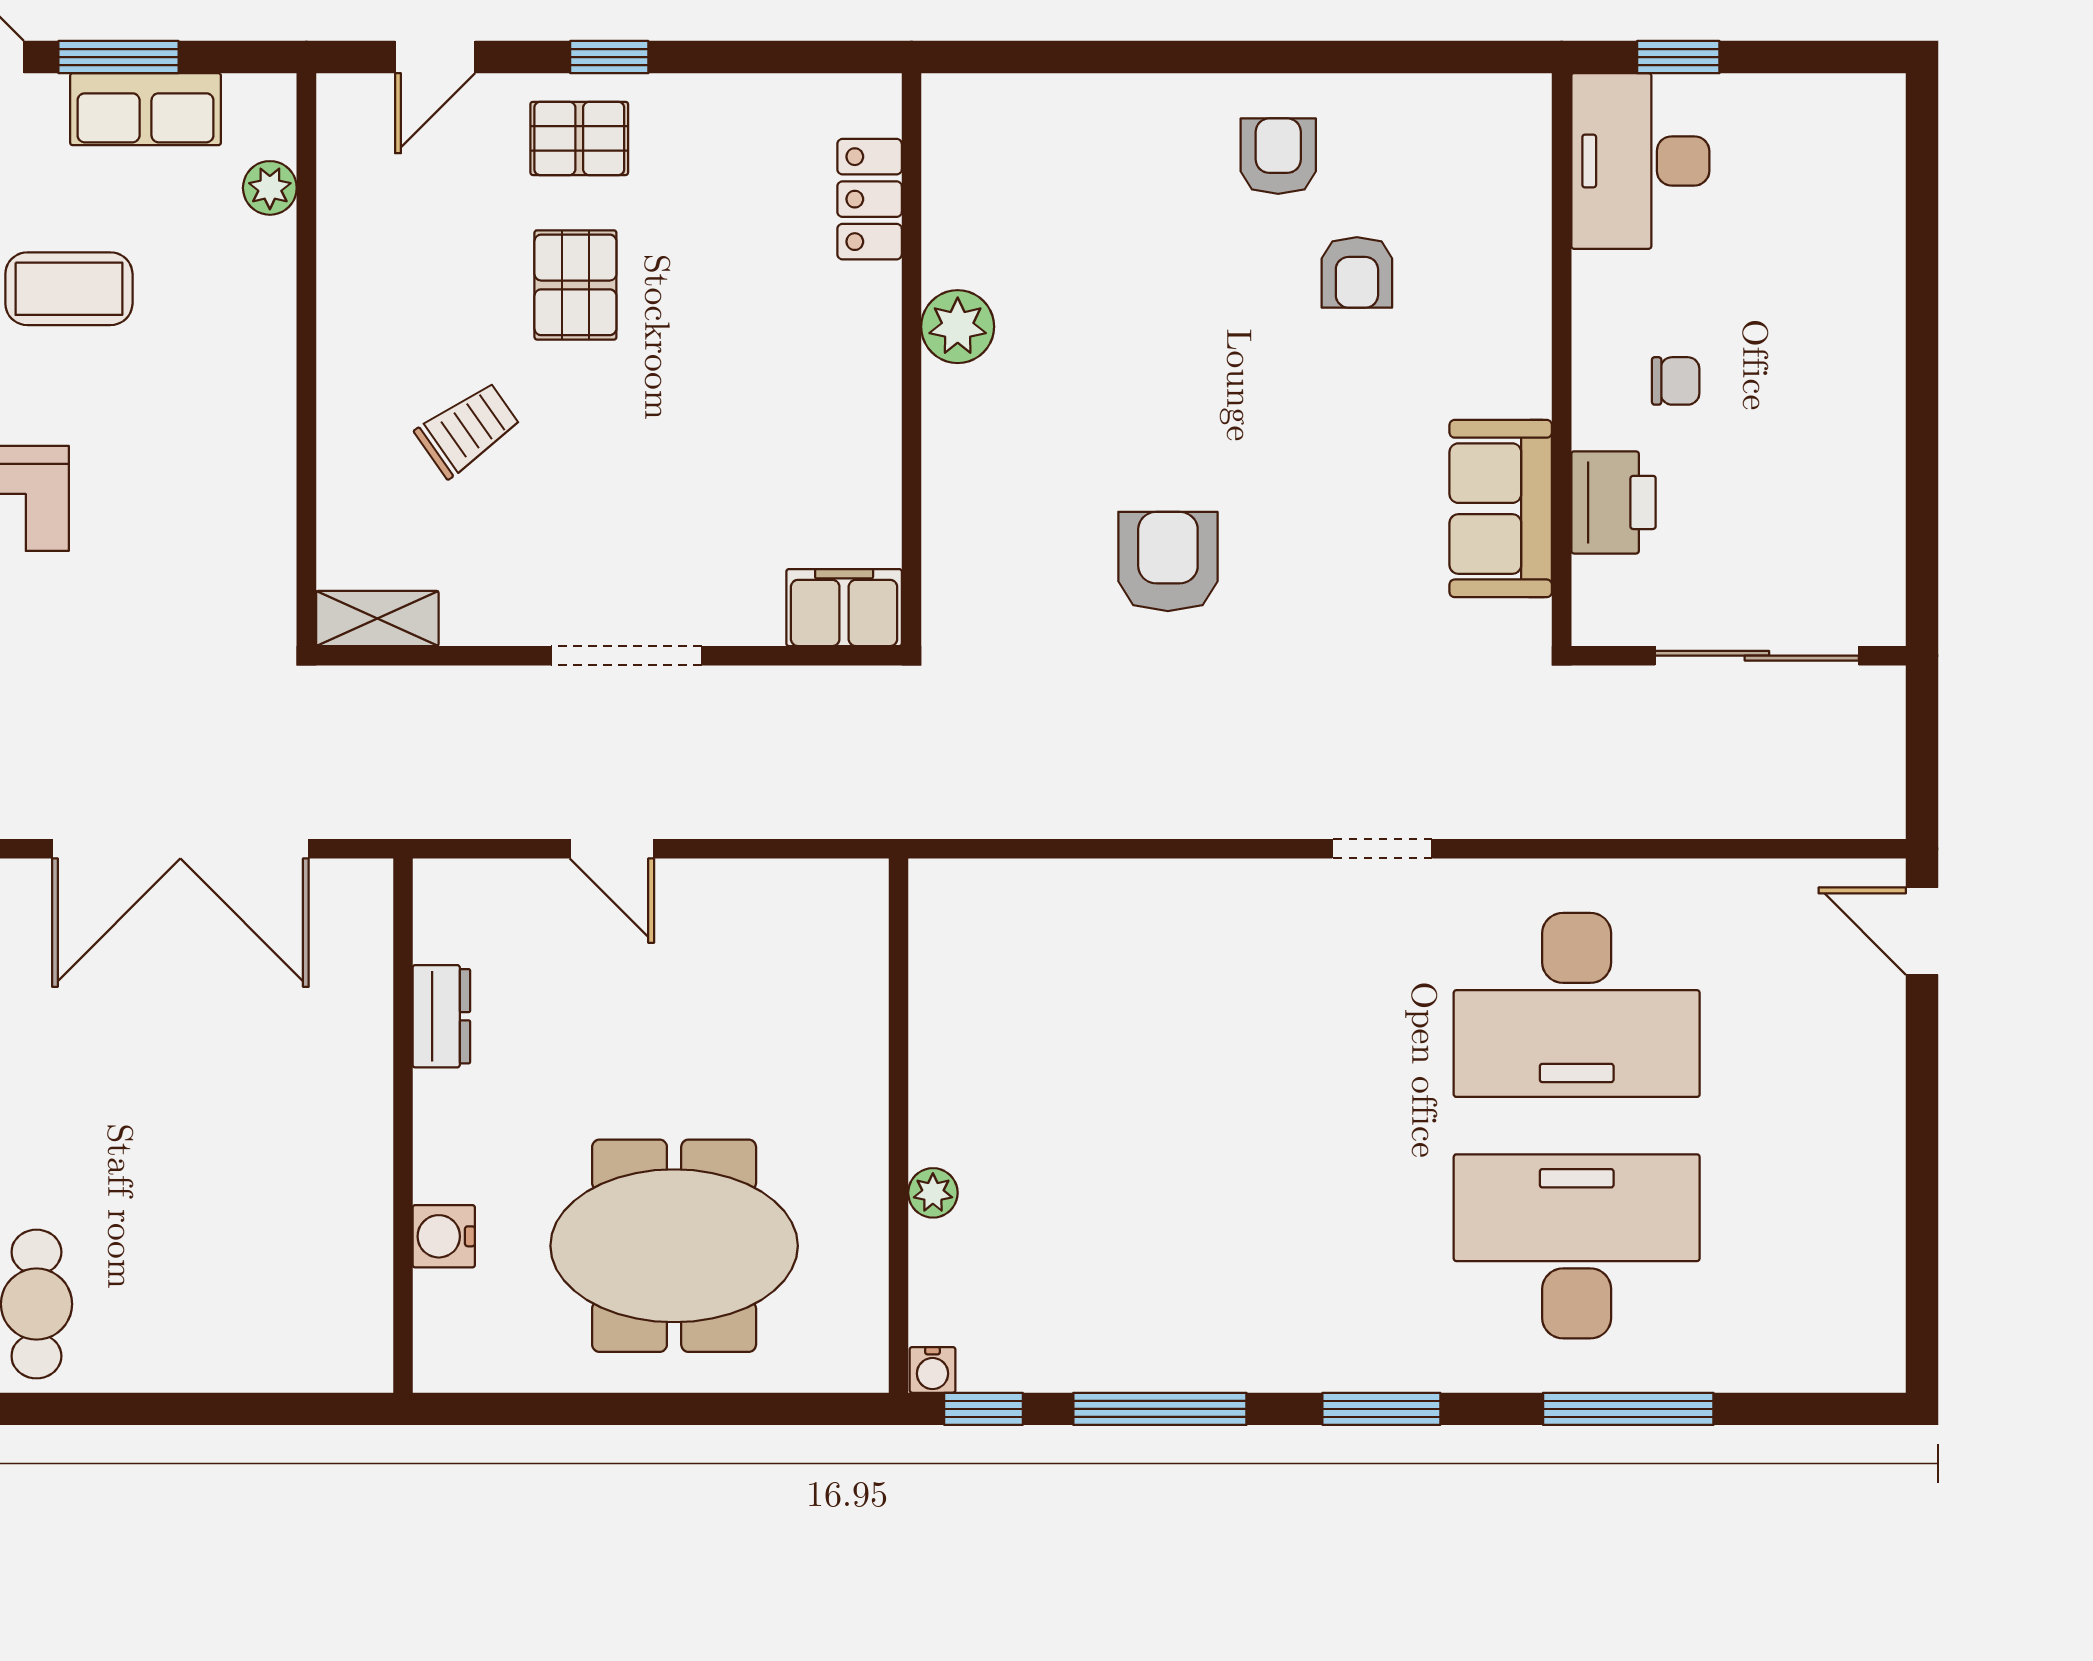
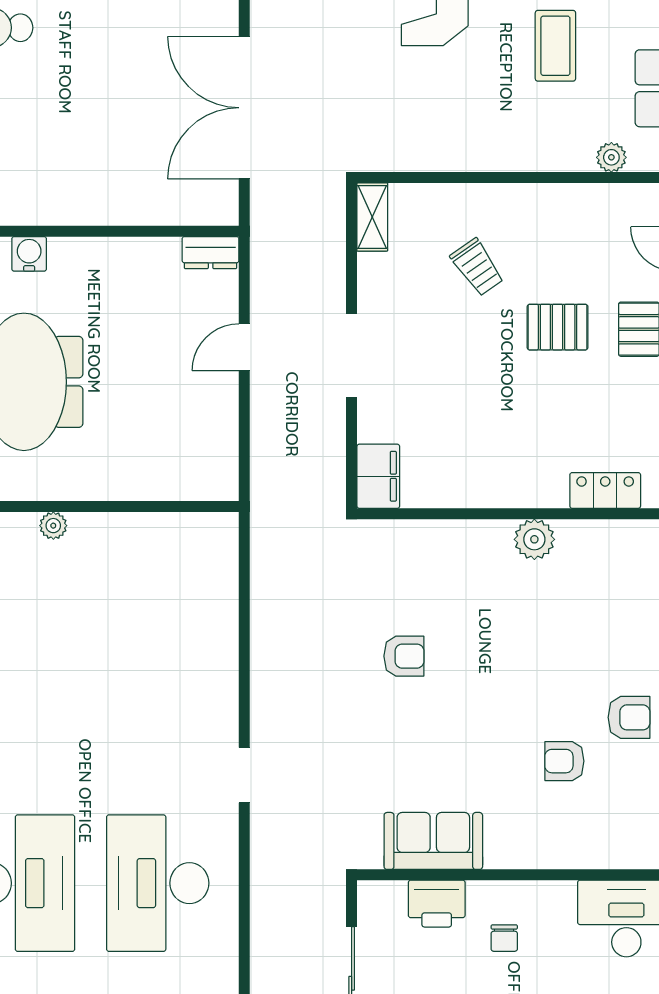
armchair: (1168, 562) -> (404, 656), width x0.72, depth x0.72
dresser: (441, 1016) -> (211, 253), moved

